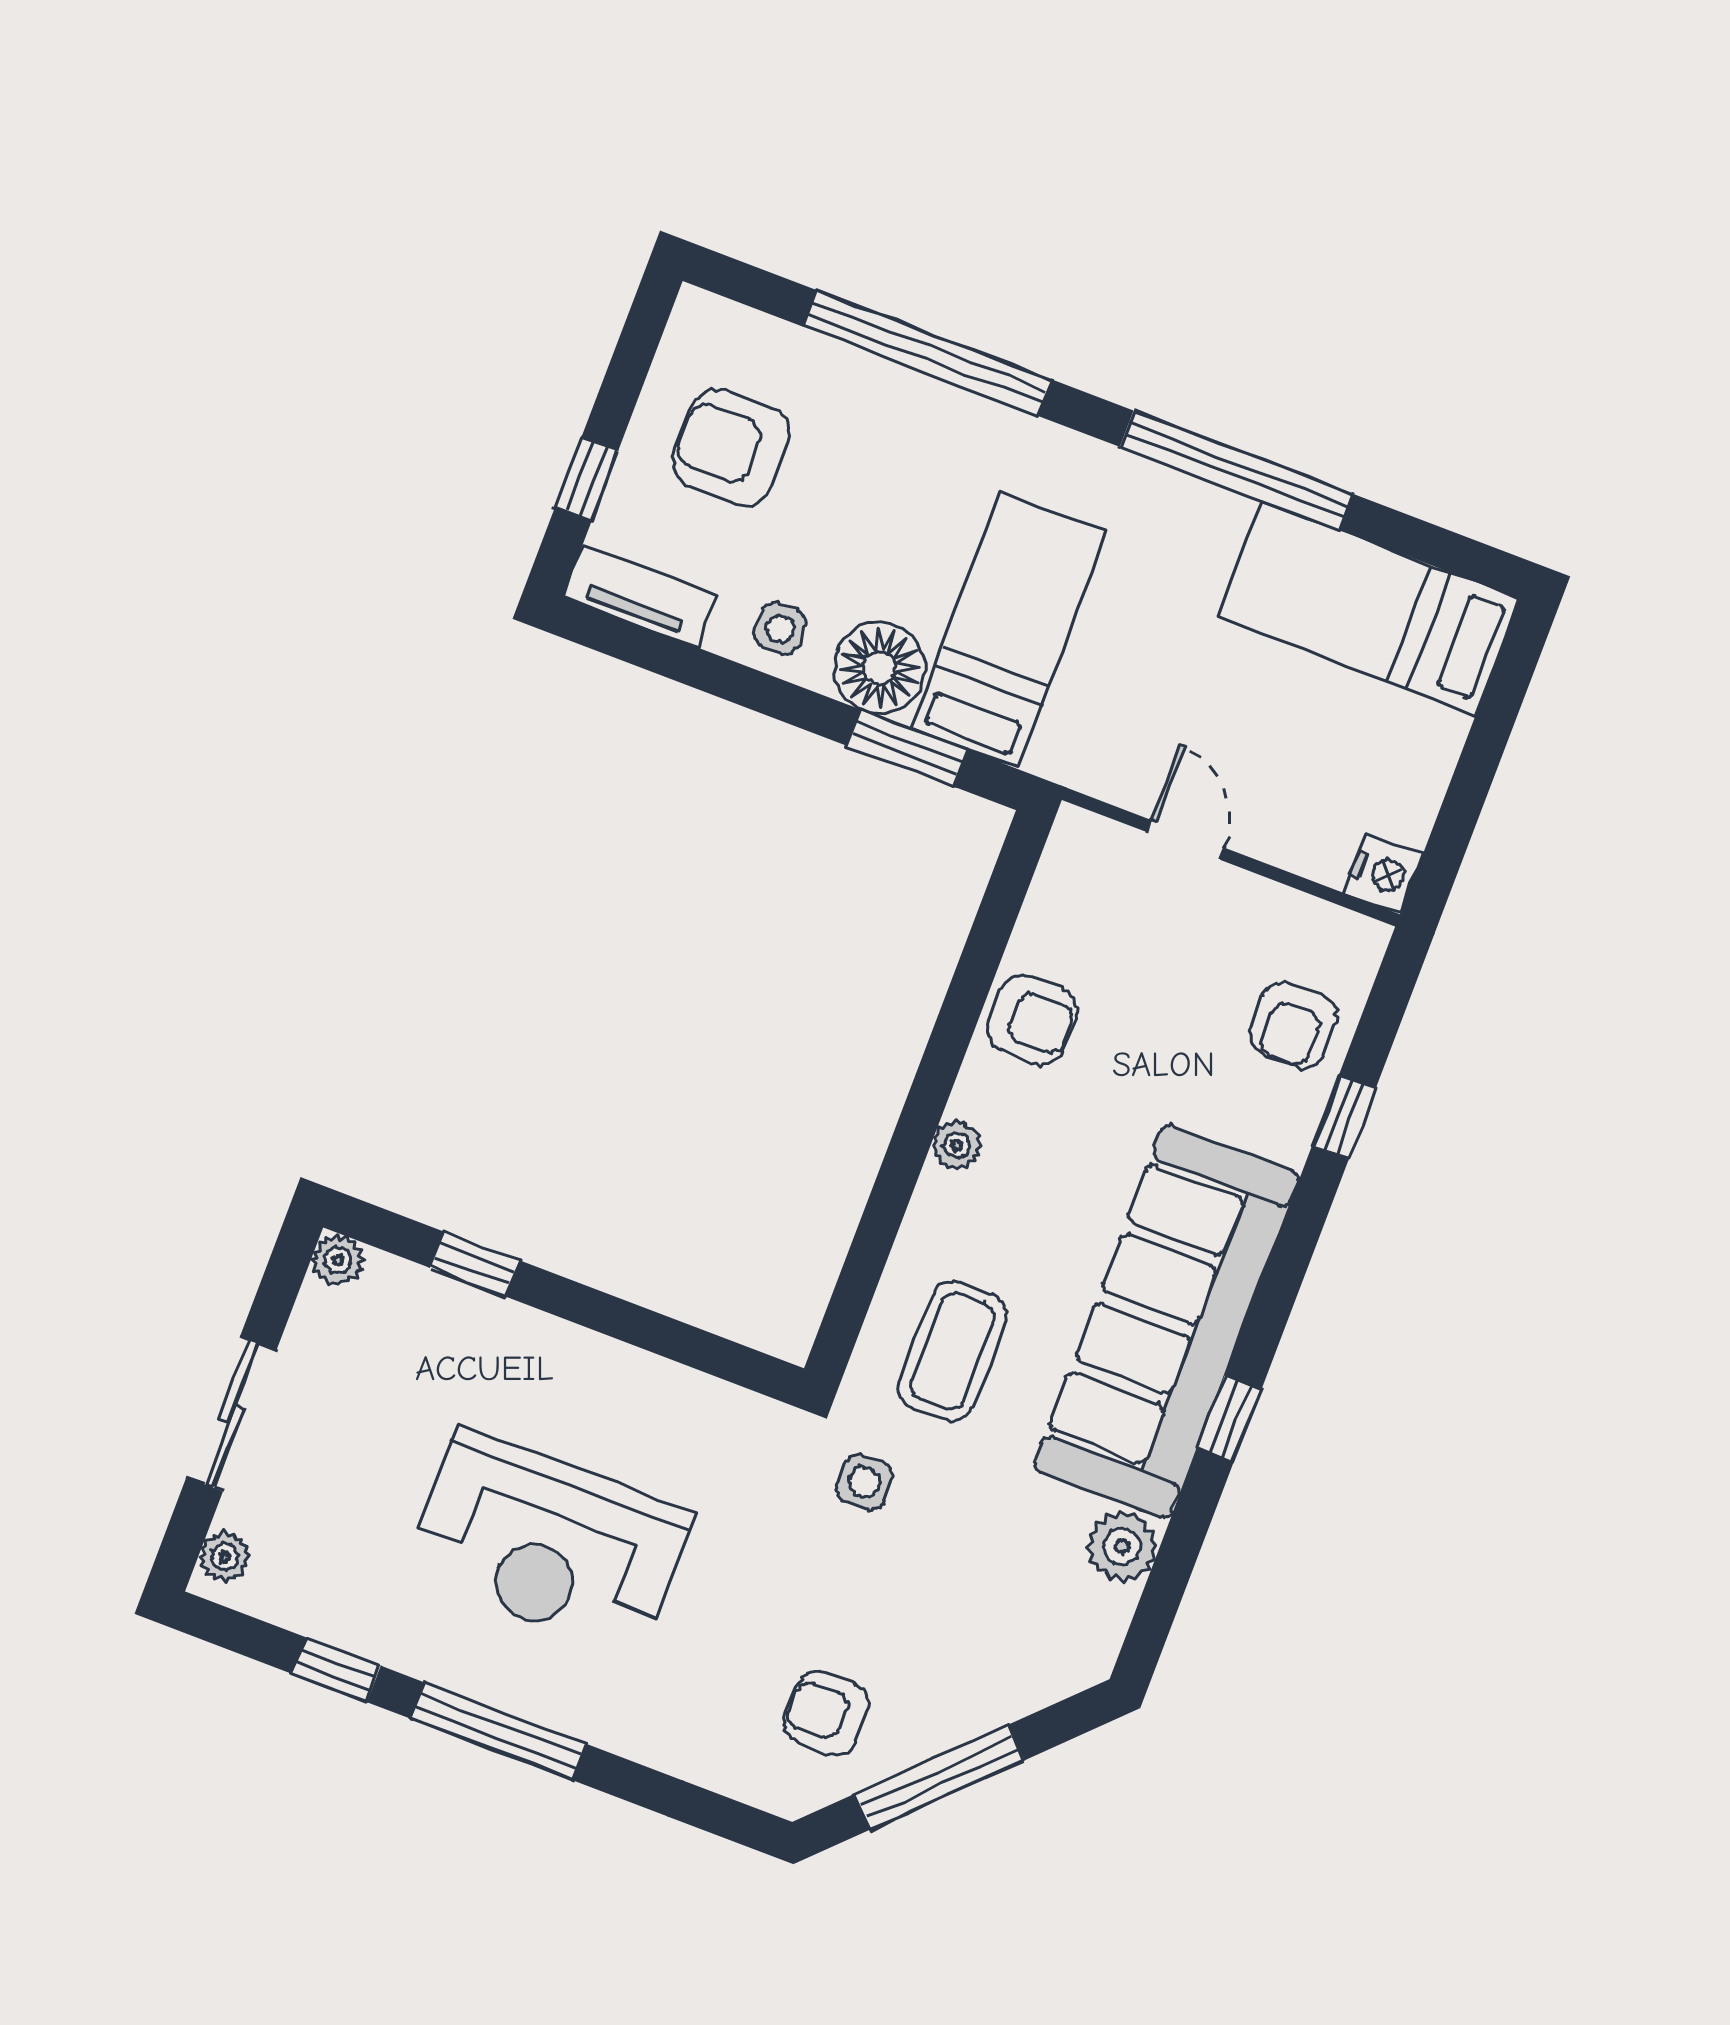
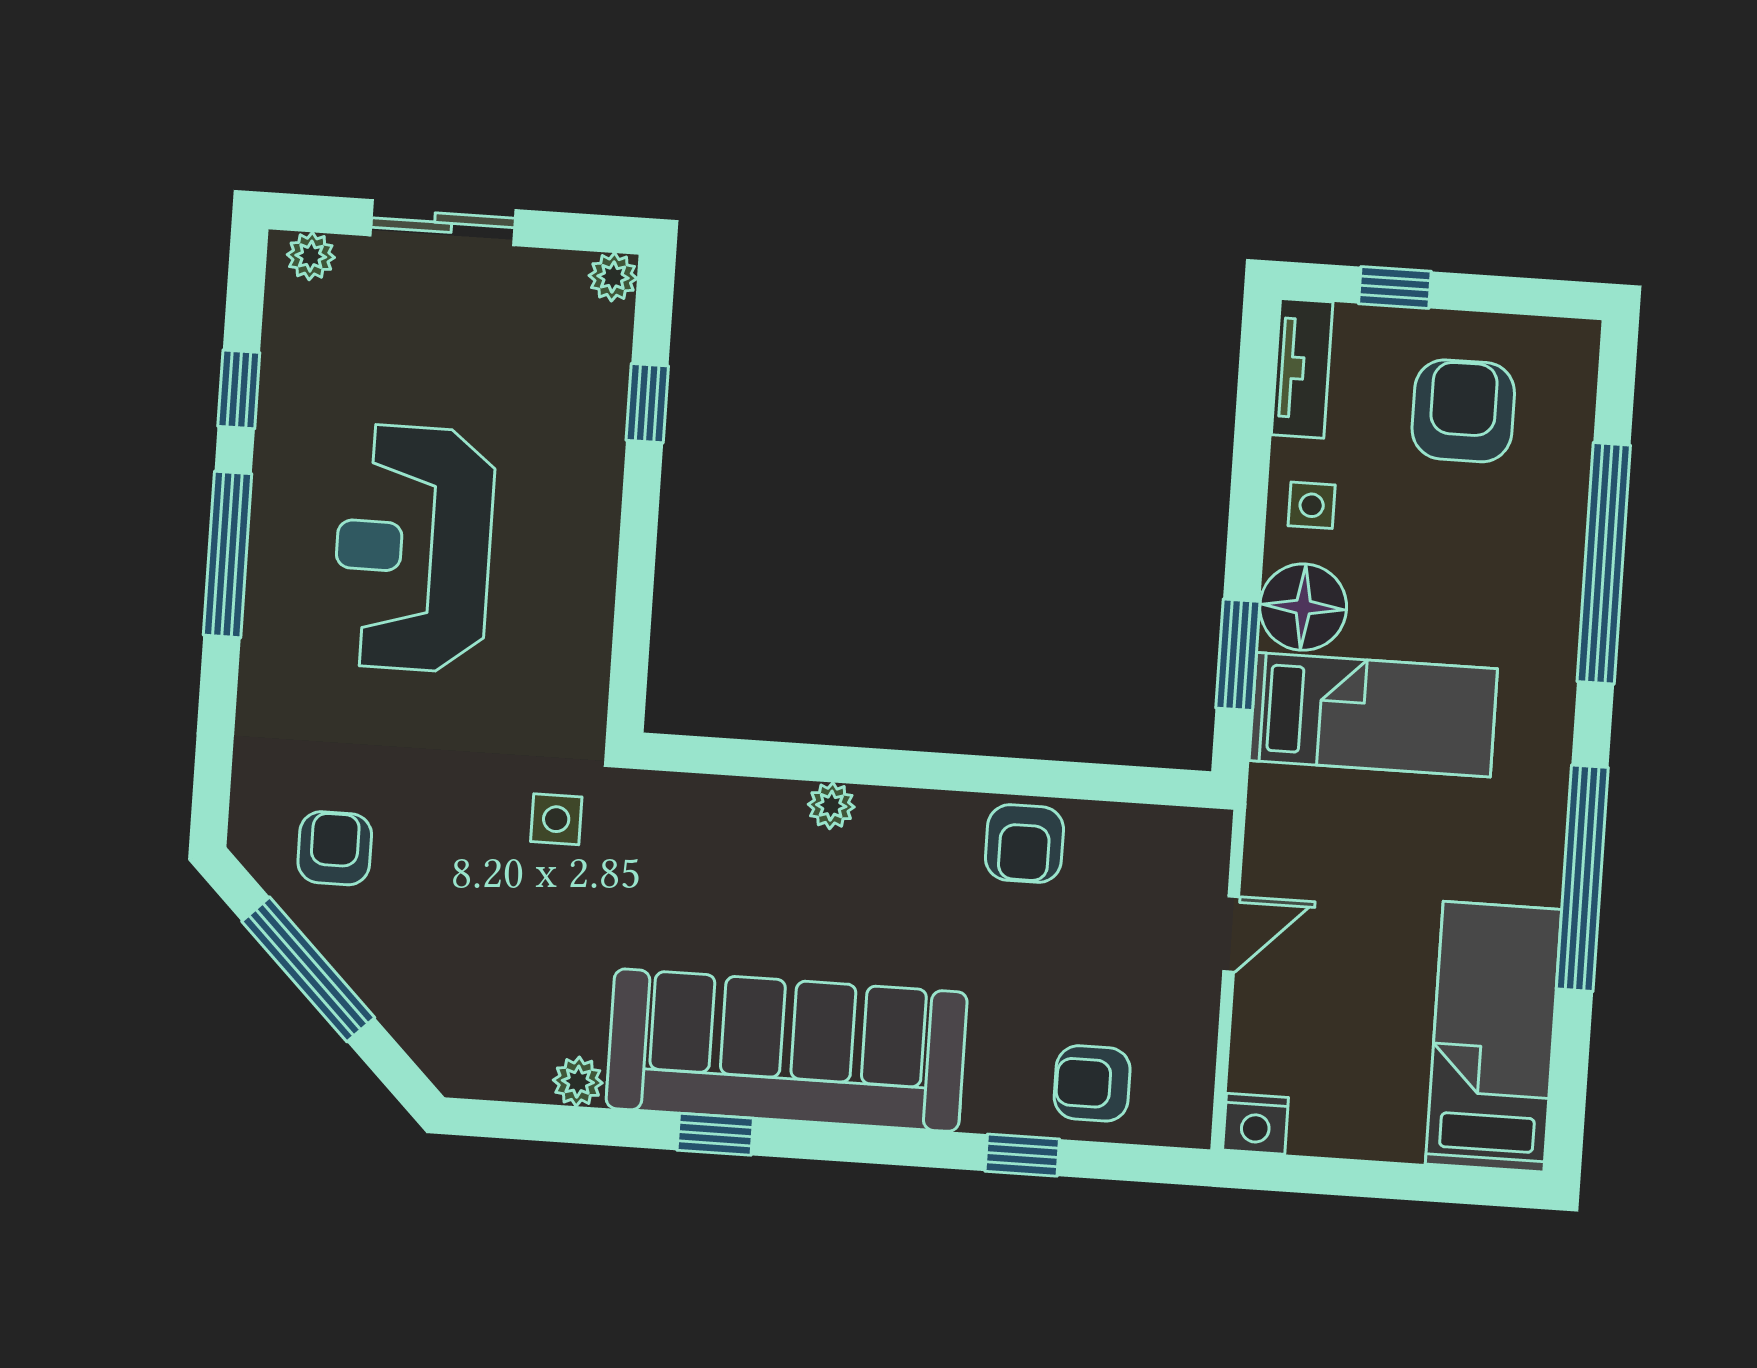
plant: (957, 1145) -> (831, 806), moved
coffee table: (952, 1351) -> (700, 863), removed
plant: (1122, 1546) -> (578, 1082), width x0.73, depth x0.73

